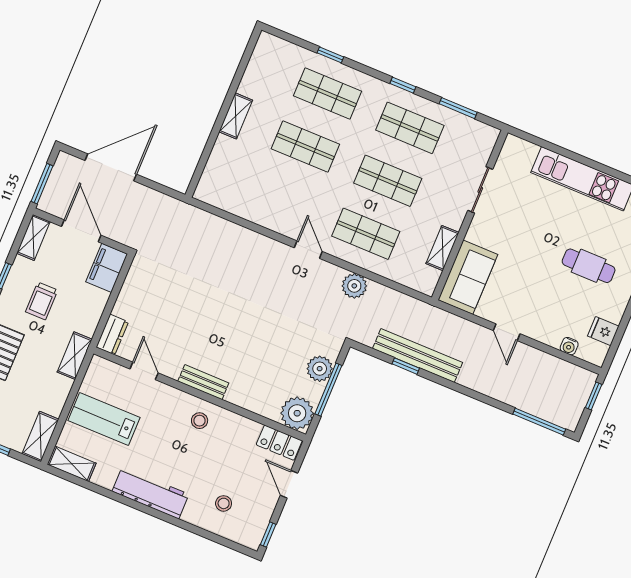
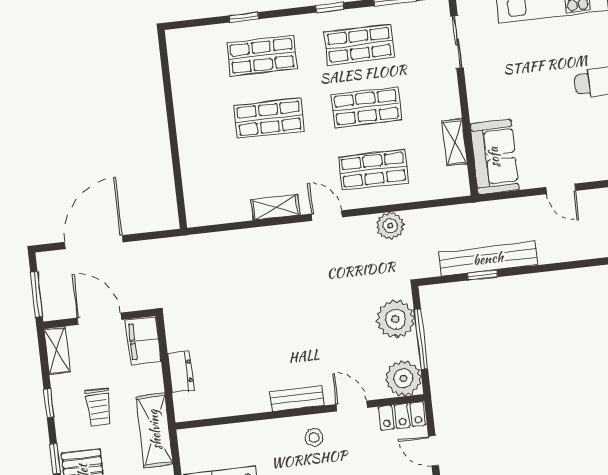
shelving: (236, 116) -> (275, 207), moved, turned 90
sliding door: (480, 190) -> (457, 42), moved
dresser: (112, 335) -> (181, 372), moved
shelving: (75, 356) -> (155, 430), width x1.50, depth x1.33
plant: (320, 369) -> (396, 319), width x1.36, depth x1.36
door: (144, 371) -> (352, 406), moved

